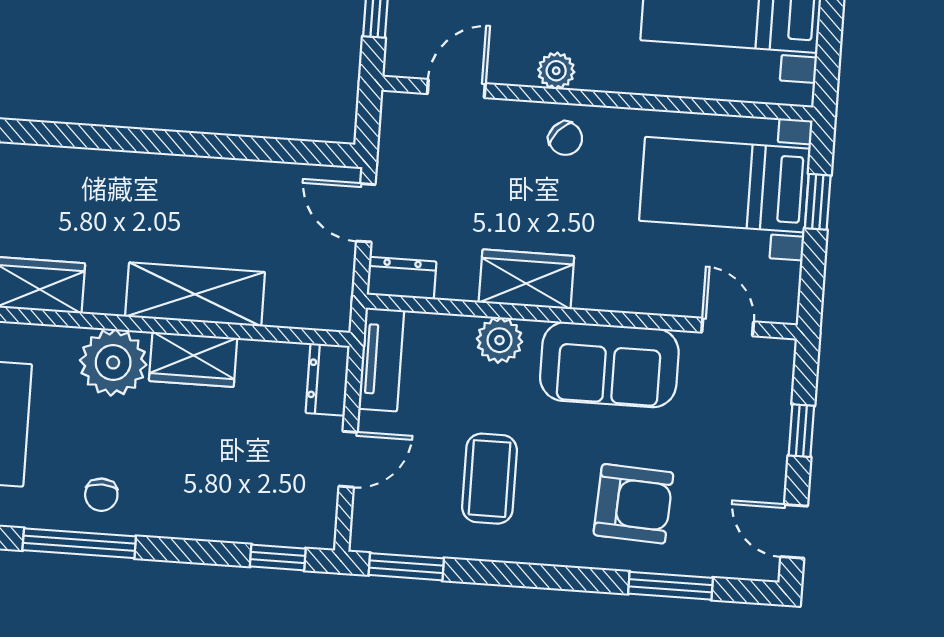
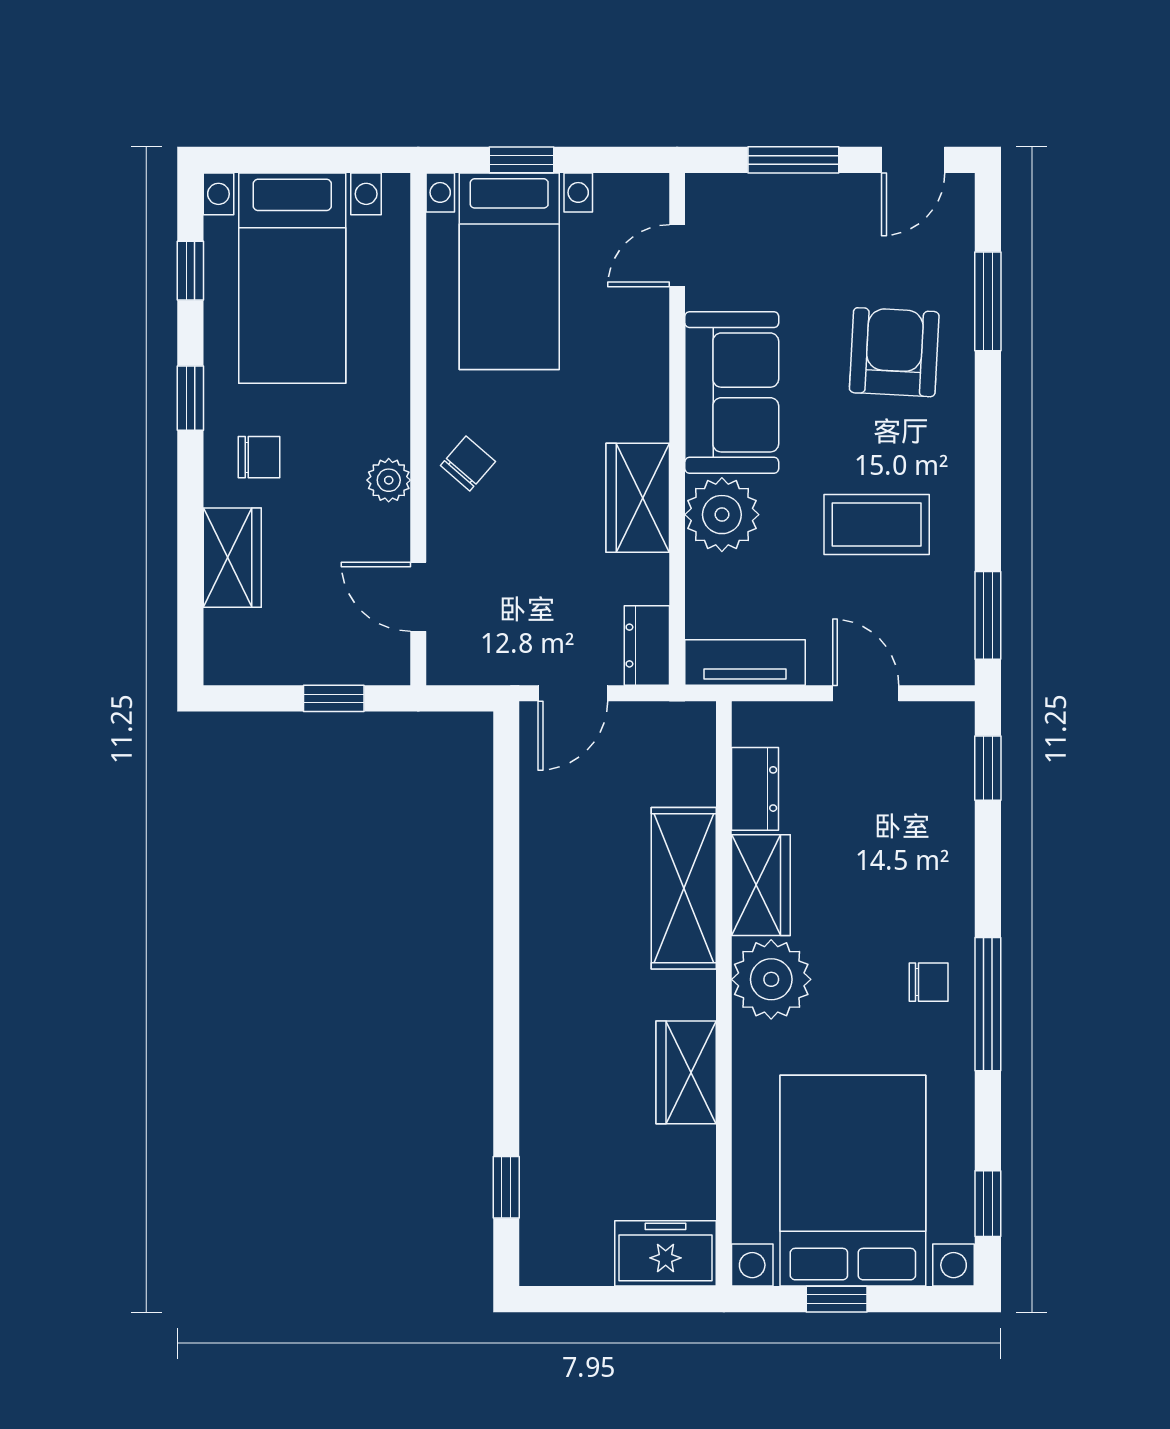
plant: (500, 340) -> (722, 515), width x1.36, depth x1.36
dresser: (328, 379) -> (755, 789), moved, turned -90
window: (801, 431) -> (793, 160), width x1.50

